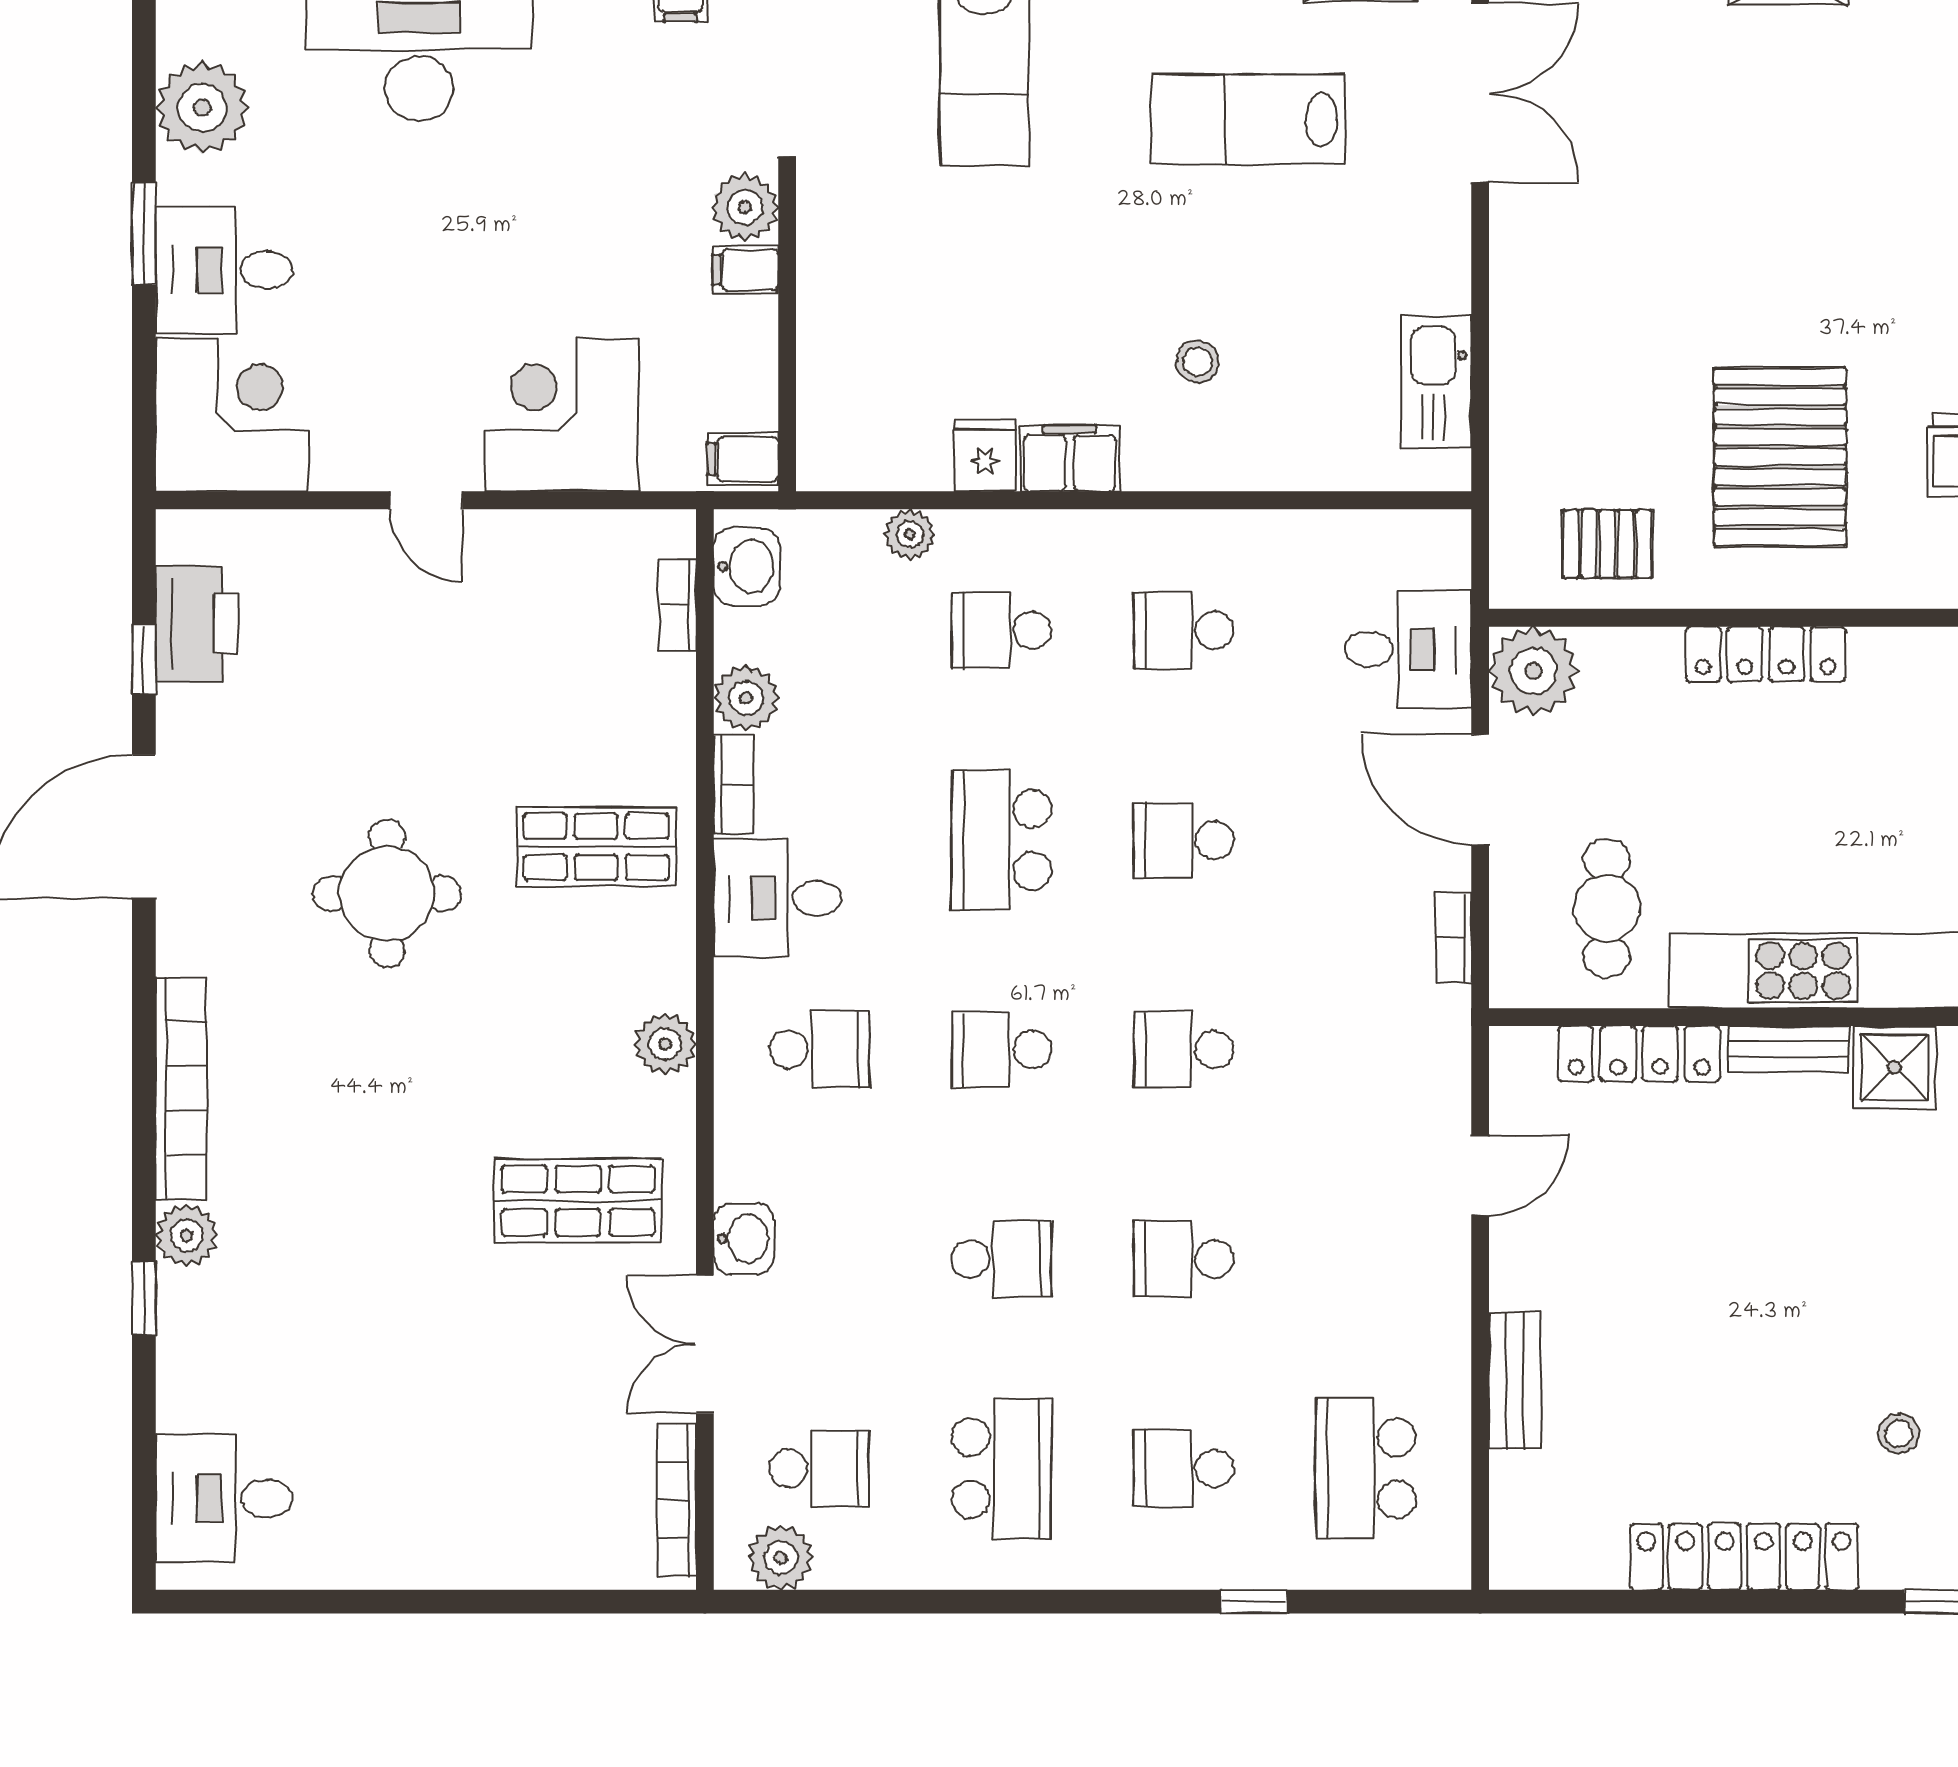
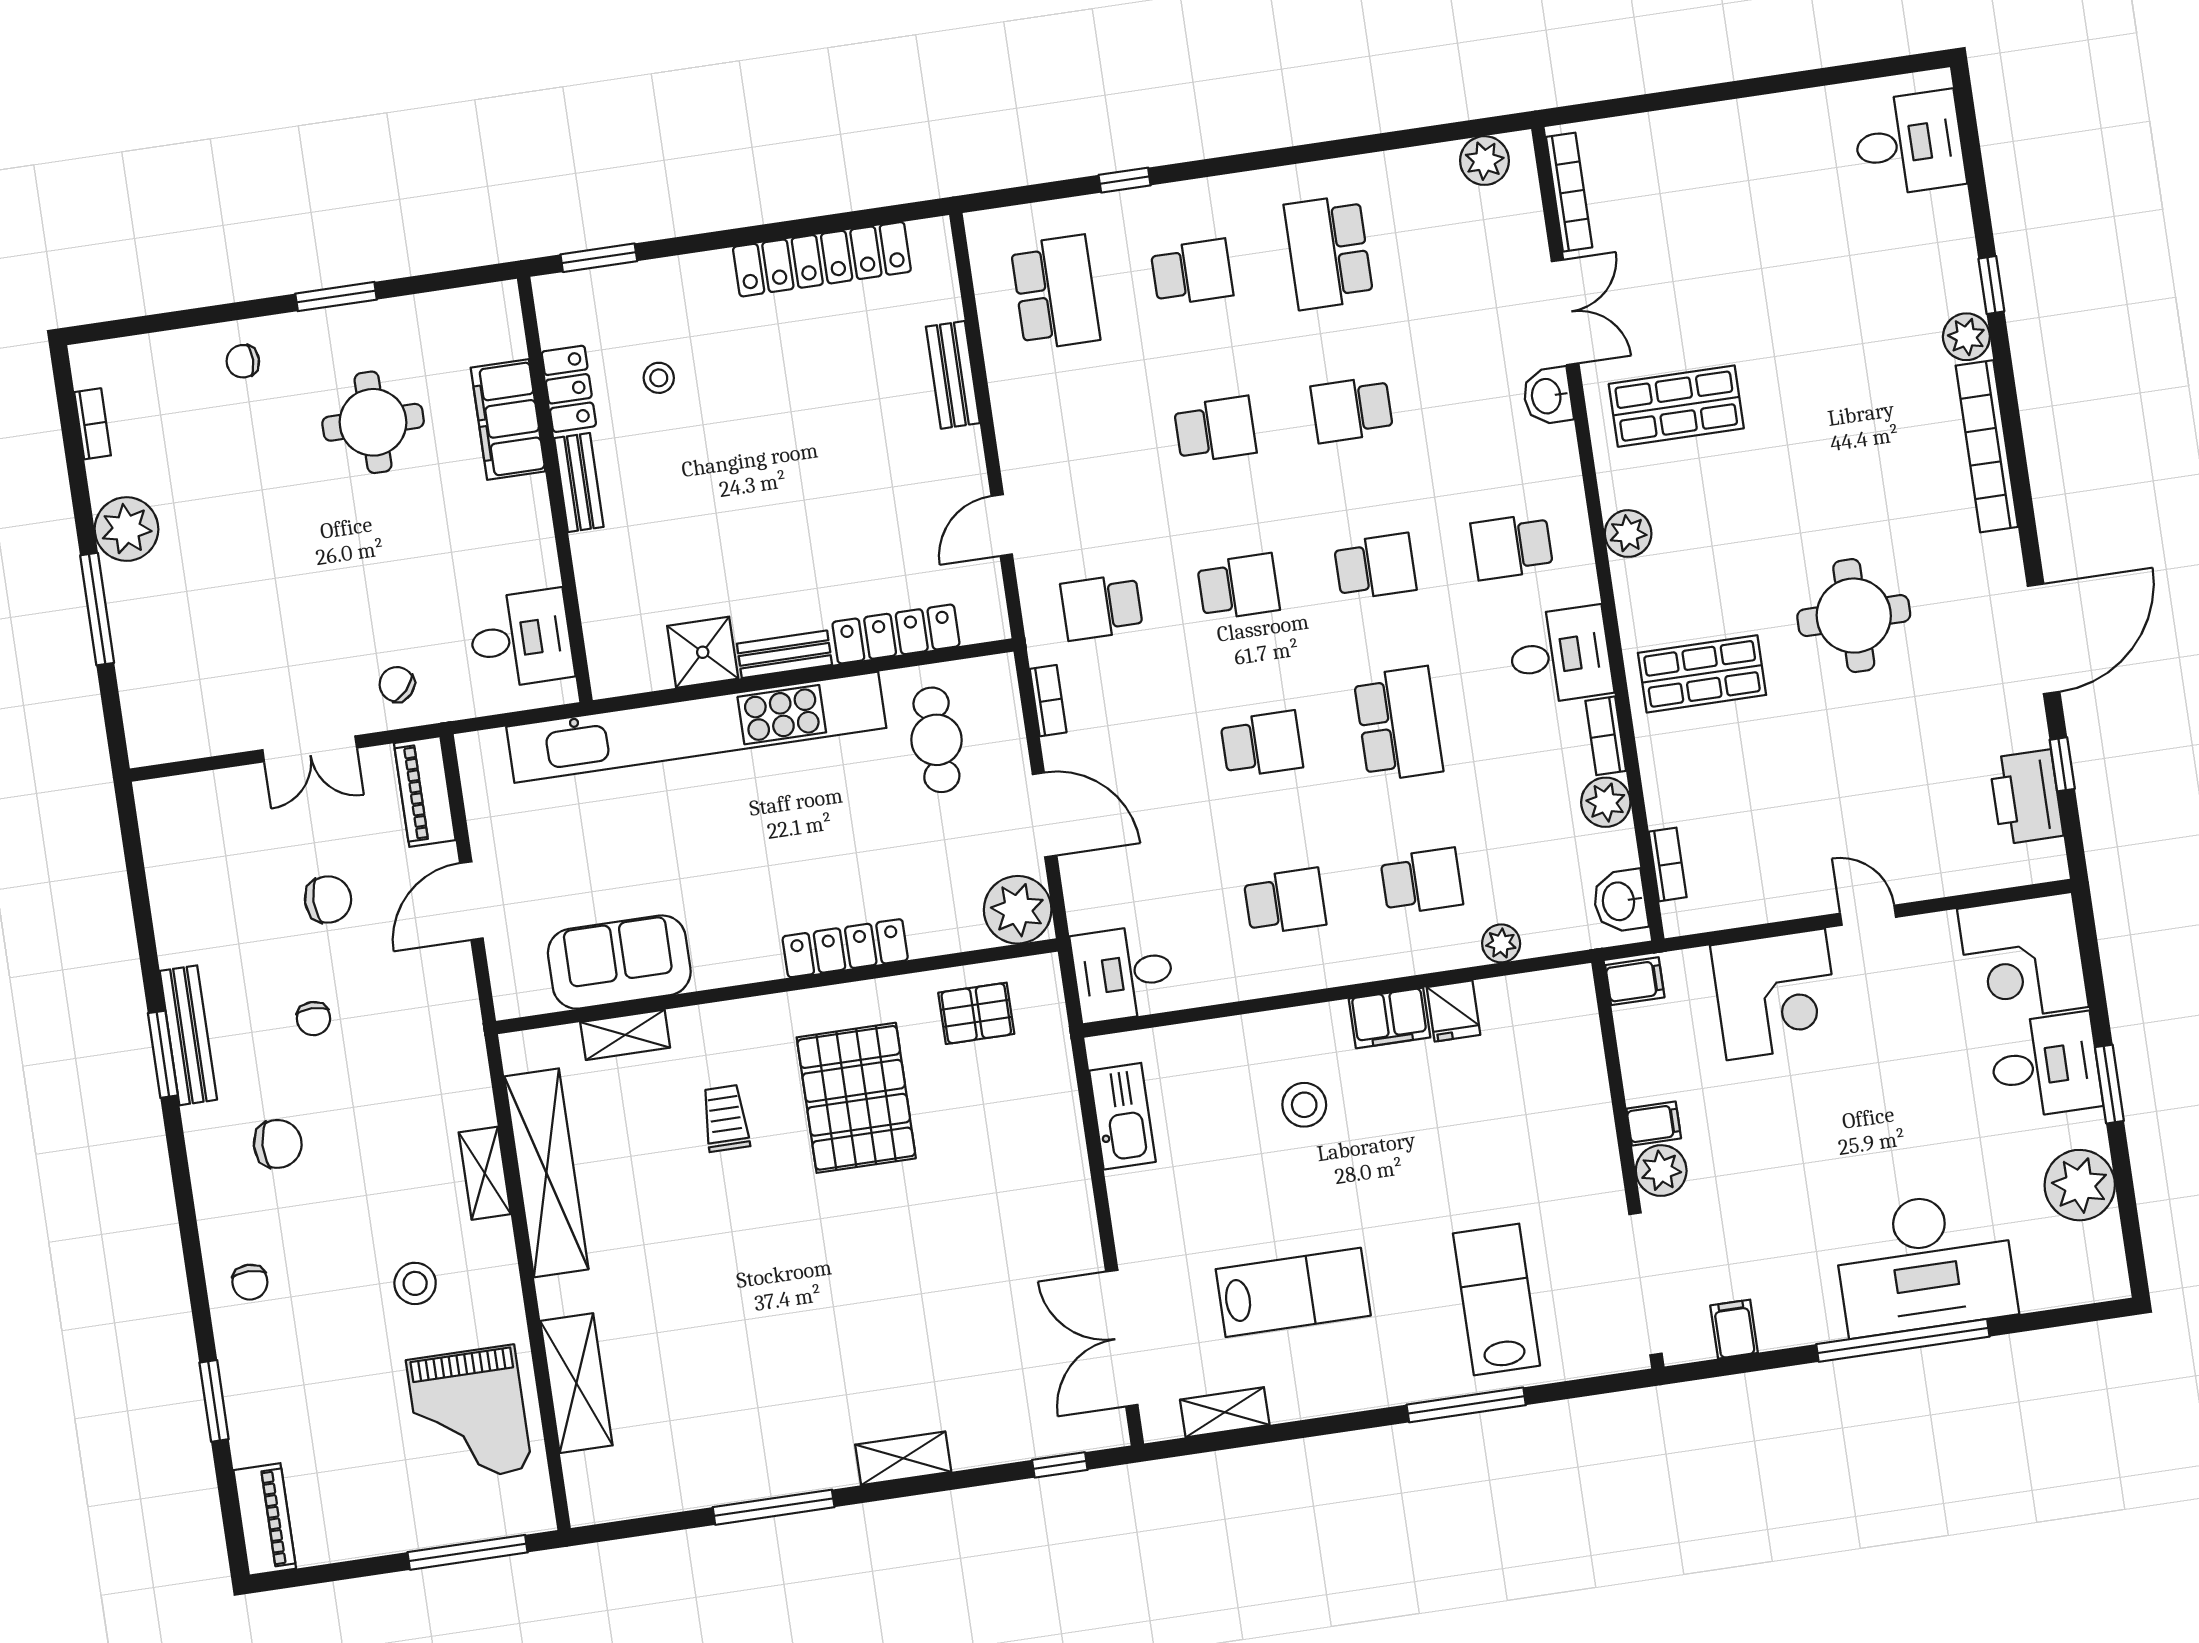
stool: (1197, 362) -> (1304, 1105), width x1.37, depth x1.37
desk: (1408, 649) -> (1123, 973), moved
school desk: (819, 1468) -> (1102, 607), moved
locker: (1744, 1557) -> (822, 259), moved

